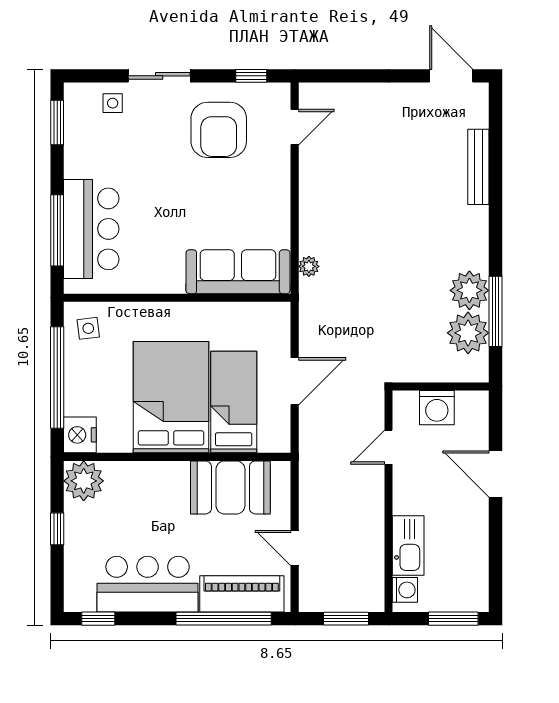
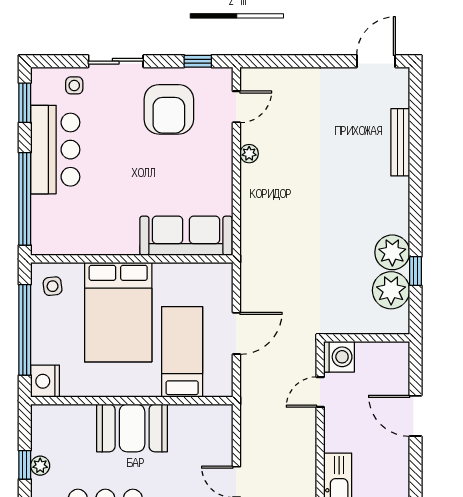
door: (451, 76) -> (376, 61), hinge flipped
bar counter: (91, 229) -> (55, 150), moved
window: (57, 230) -> (25, 199), width x1.46
plant: (309, 266) -> (249, 154), moved
window: (496, 311) -> (415, 271), width x0.46
bed: (171, 397) -> (118, 312), moved, turned 180
washing machine: (437, 408) -> (339, 357), moved, turned -90
plant: (84, 481) -> (40, 466), moved, width x0.53, depth x0.53
booth: (230, 487) -> (132, 428), moved

